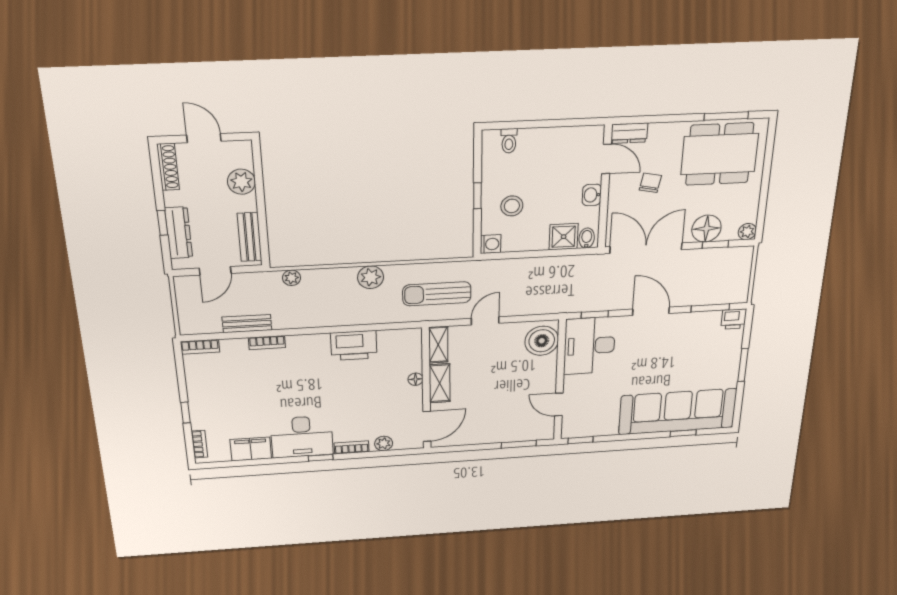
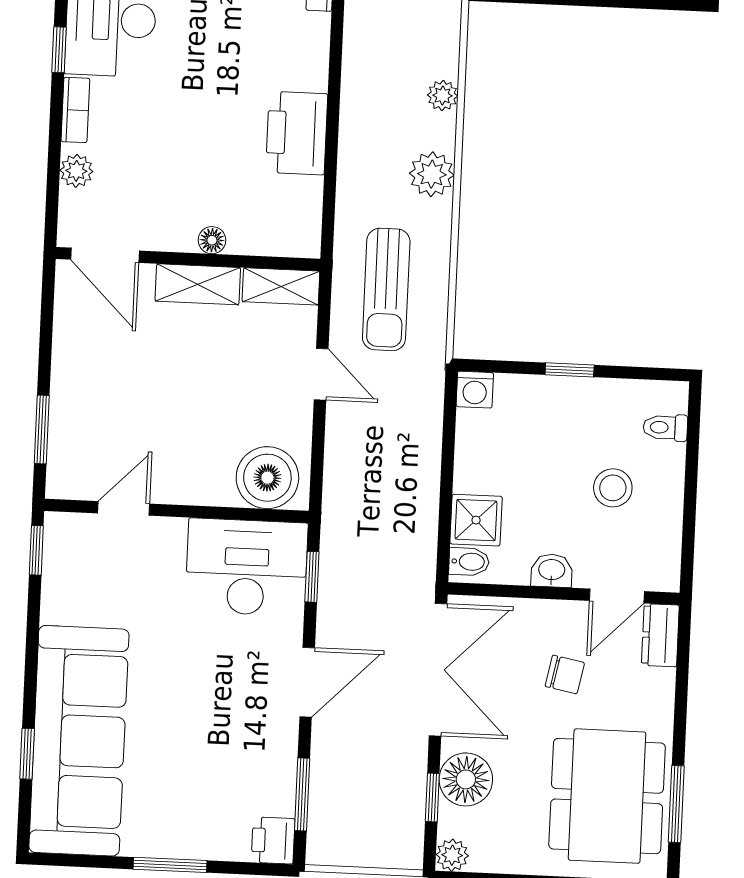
stool: (512, 206) -> (613, 488), moved
plant: (291, 278) -> (443, 95), moved
sun lounger: (437, 294) -> (386, 289), turned 180

